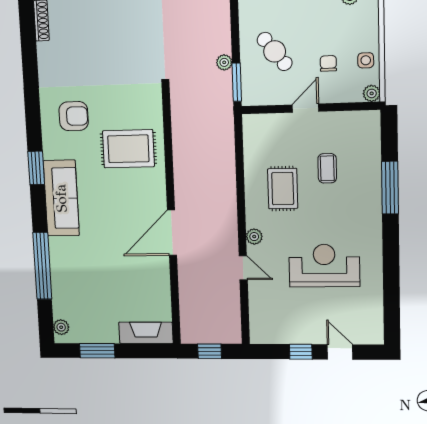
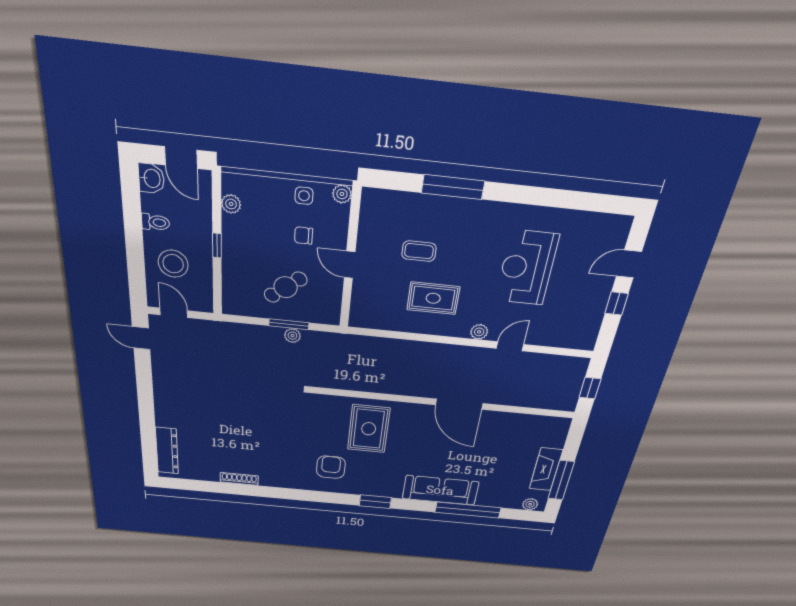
window: (237, 82) -> (289, 324), moved
sofa: (61, 198) -> (440, 490), moved
fireplace: (146, 333) -> (546, 469), moved
window: (97, 351) -> (561, 480), width x1.44

